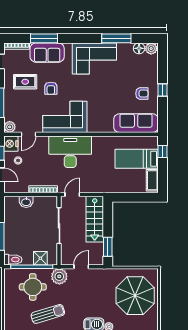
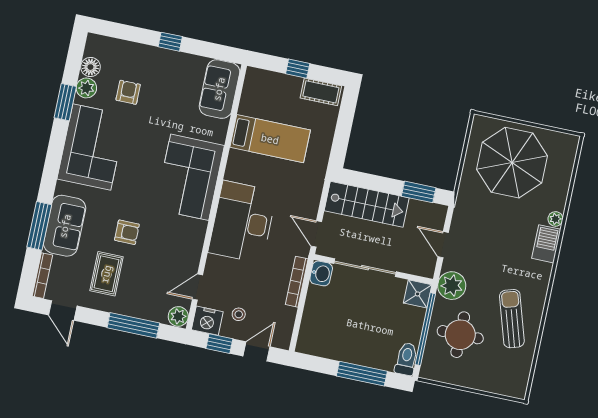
window: (116, 38) -> (65, 102), width x0.69
plant: (151, 49) -> (86, 88), moved
armchair: (142, 94) -> (128, 92), moved
corner sofa: (65, 117) -> (190, 177), moved
sofa: (136, 123) -> (219, 89), width x0.73
door: (28, 134) -> (198, 287), swing flipped
window: (163, 151) -> (298, 69), moved
bed: (137, 159) -> (270, 139), moved, turned -90
washbasin: (26, 202) -> (321, 273), moved
shower: (40, 258) -> (418, 294), moved

